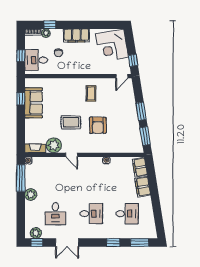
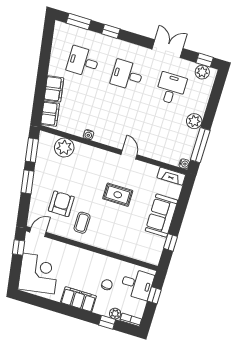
sofa: (34, 103) -> (161, 216), moved
armchair: (98, 125) -> (61, 204), moved
plant: (54, 145) -> (64, 148), moved

